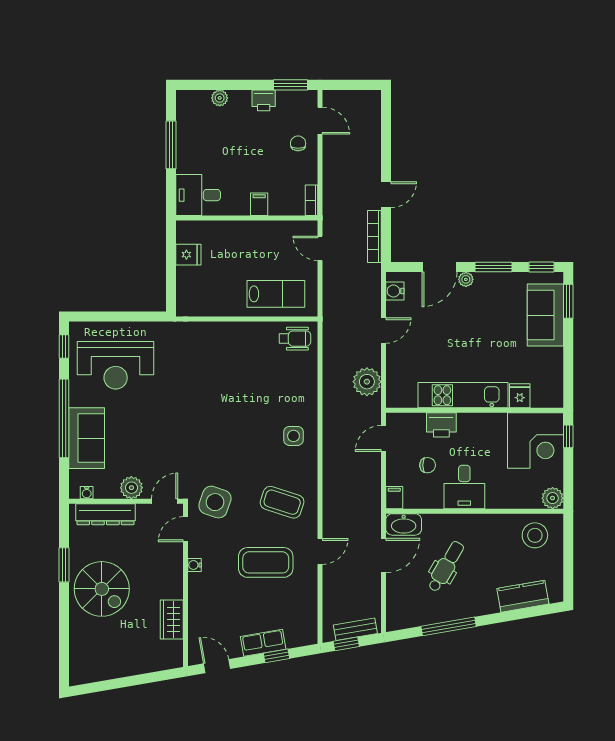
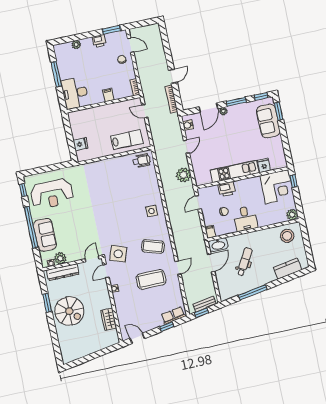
desk: (198, 195) -> (75, 93), width x1.37
fridge: (188, 255) -> (81, 144), moved
plant: (131, 488) -> (60, 258), moved
row of seats: (263, 643) -> (173, 315), moved

